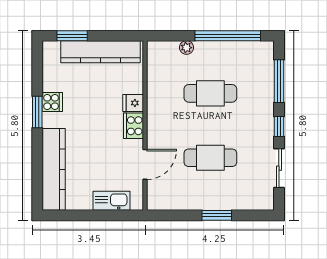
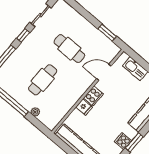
cafe table: (210, 93) -> (43, 80), turned 90
window: (217, 215) -> (107, 33), moved

